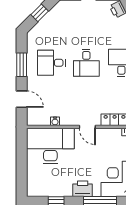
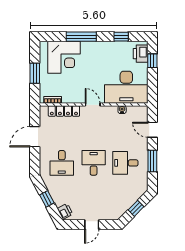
desk: (51, 63) -> (125, 163), turned 180
window: (22, 175) -> (152, 61), added
printer: (83, 189) -> (141, 54), moved, turned 90

